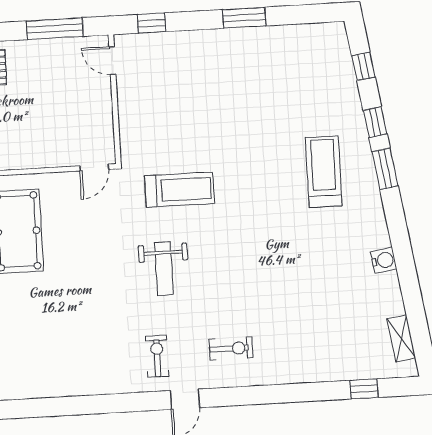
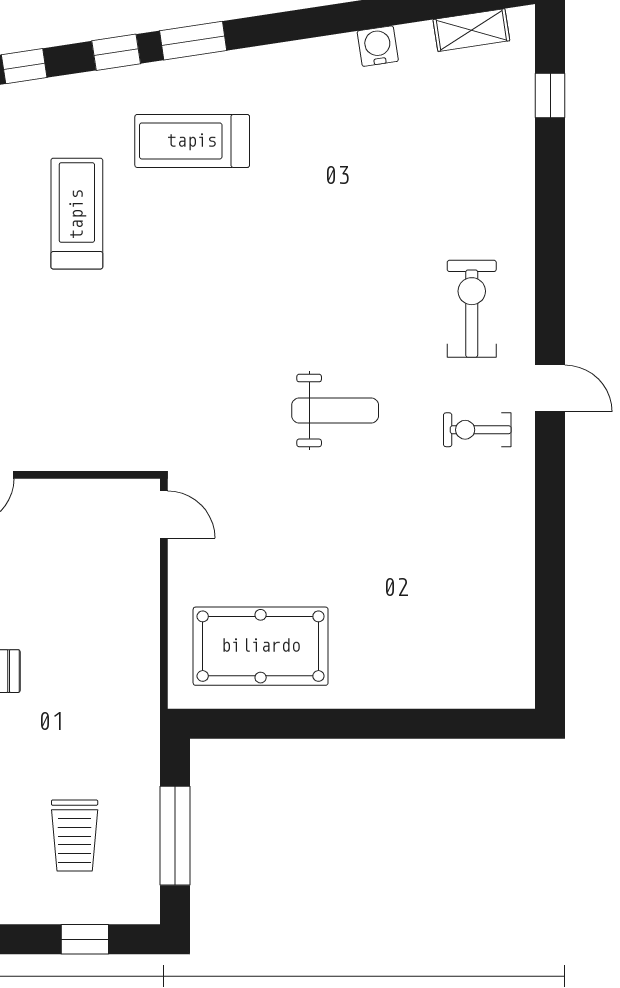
treadmill: (179, 190) -> (77, 214), moved
water cooler: (384, 260) -> (378, 46), moved
exercise bike: (231, 349) -> (472, 309), width x1.38, depth x1.39

